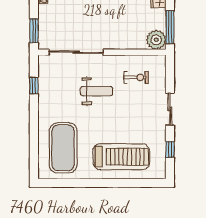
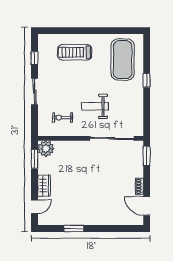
window: (170, 27) -> (35, 159), width x0.69
window: (34, 85) -> (147, 80), moved
treadmill: (121, 157) -> (75, 52), width x0.73, depth x0.73

